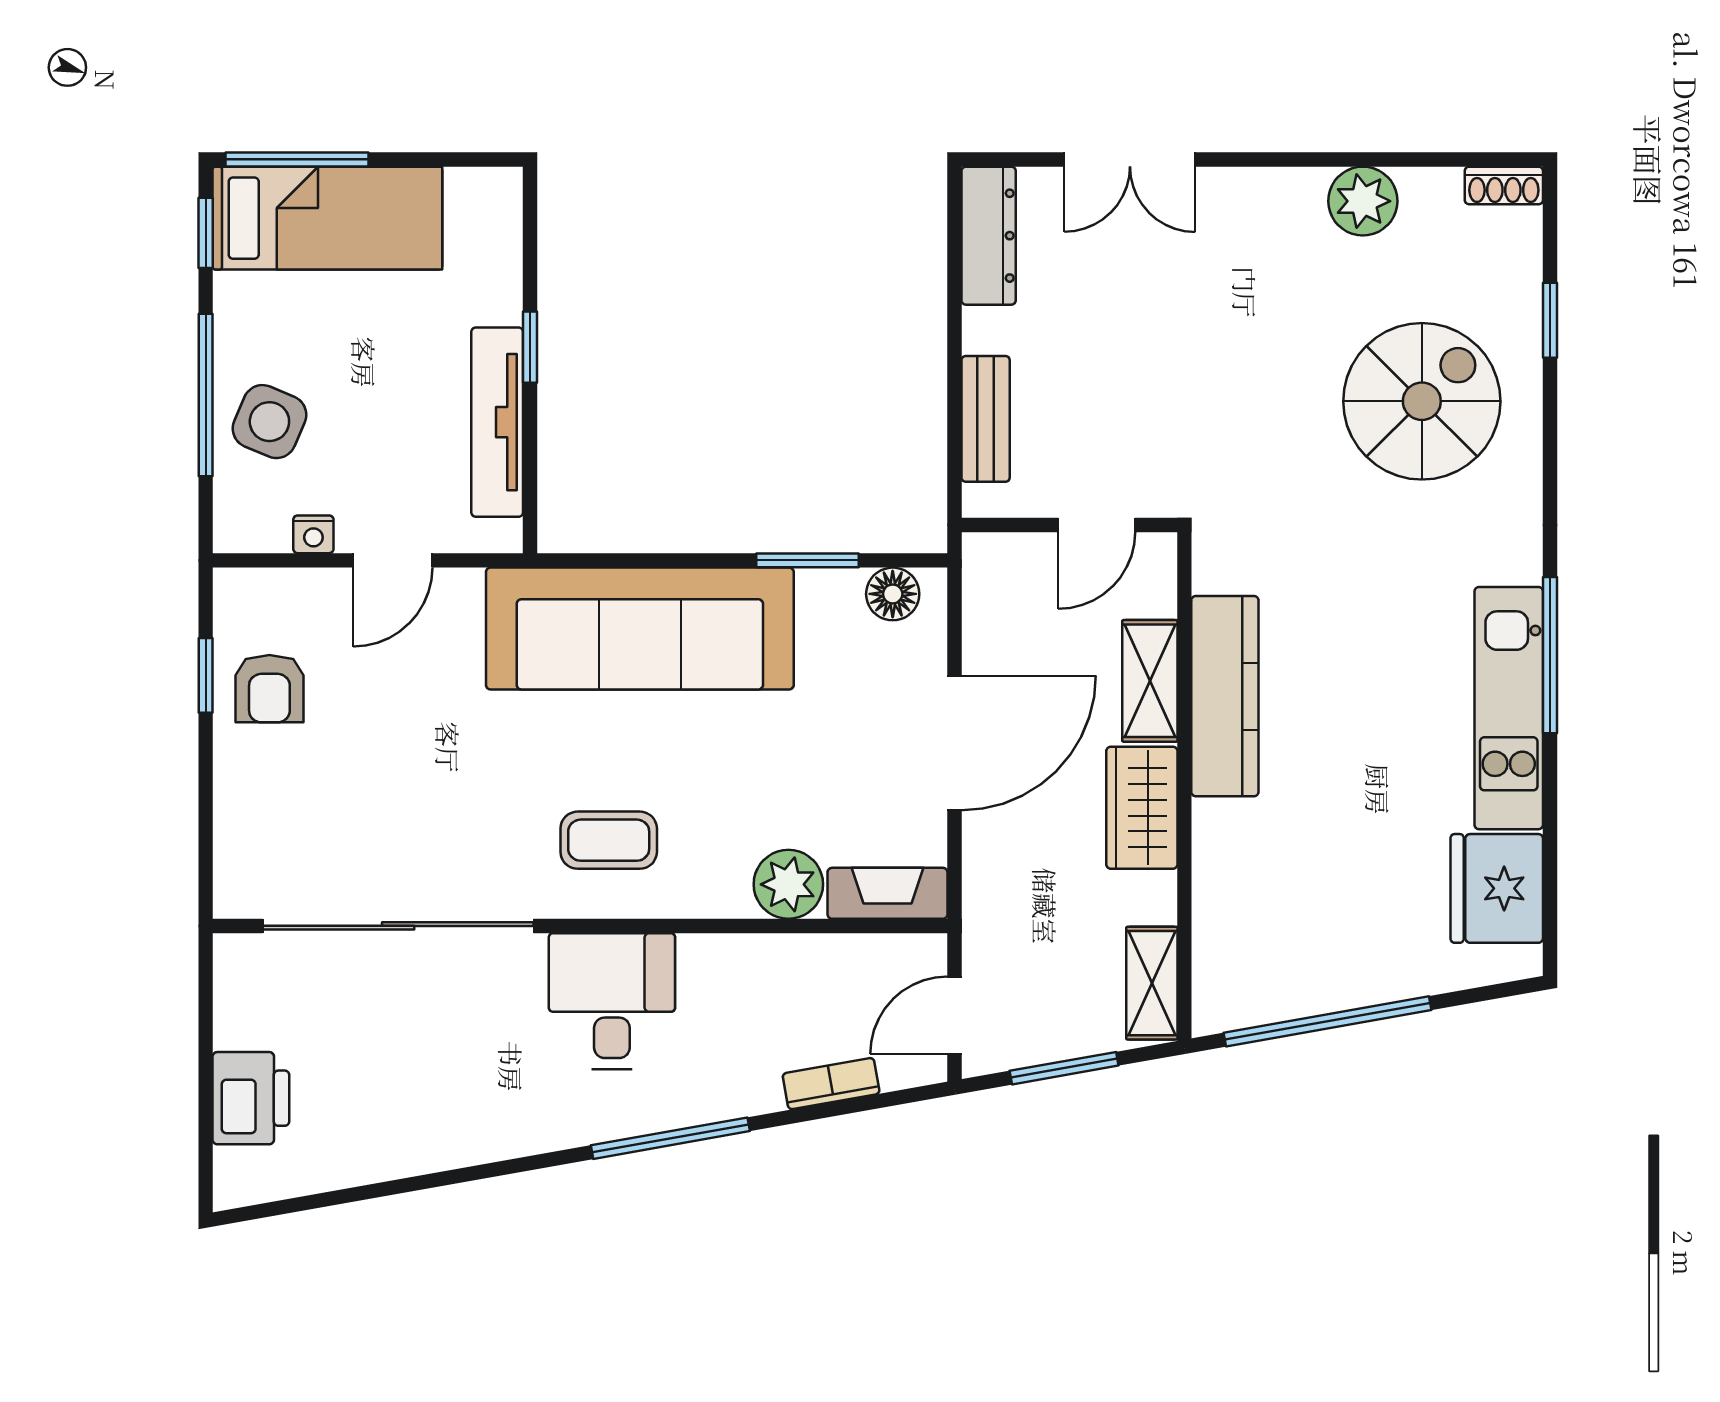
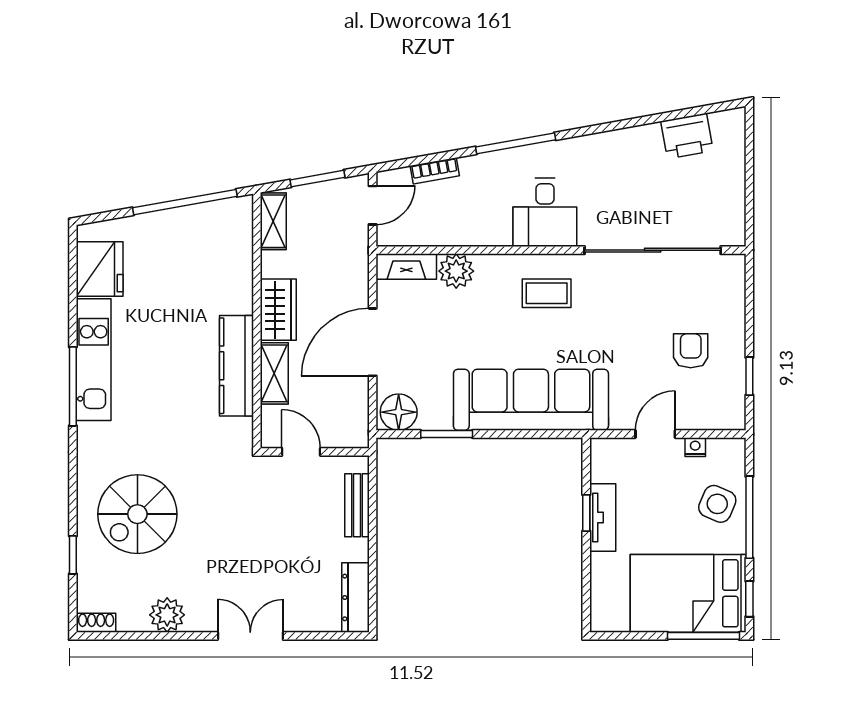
double door: (1130, 159) -> (250, 636), moved
bed: (327, 218) -> (688, 593), width x1.50
window: (530, 347) -> (586, 513), moved
tv unit: (497, 422) -> (603, 517), width x0.71
door: (1097, 525) -> (301, 452), hinge flipped
floor lamp: (893, 594) -> (399, 412), width x1.38, depth x1.38
armchair: (269, 689) -> (691, 351), moved
printer: (251, 1098) -> (687, 136), moved, turned -100

